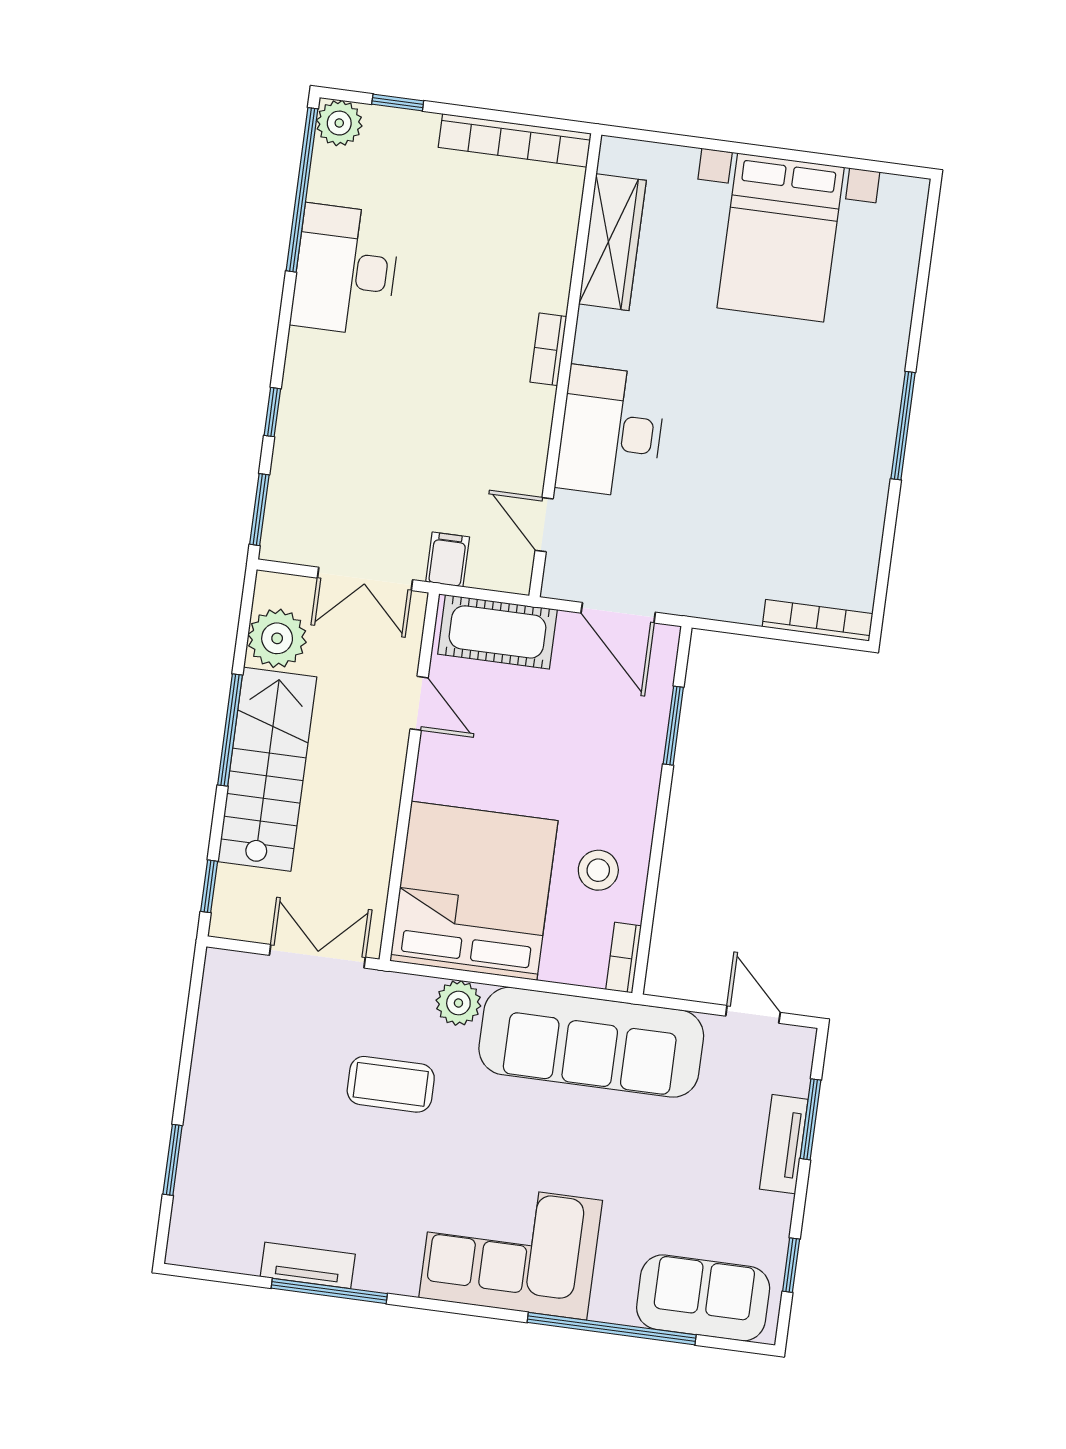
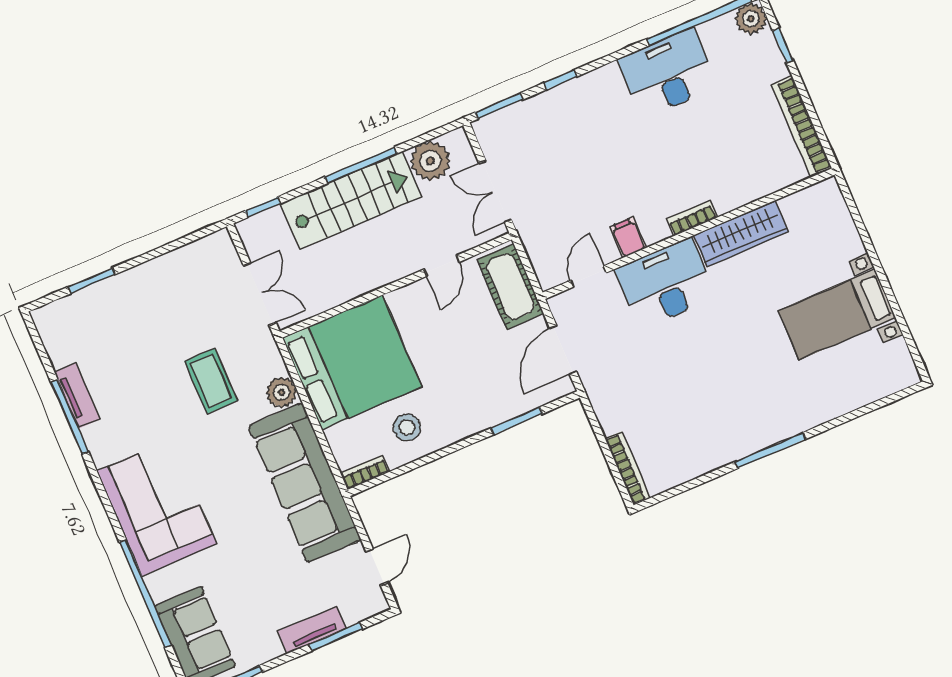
bed with nightstands: (781, 237) -> (837, 314), width x0.73
wardrobe: (612, 242) -> (741, 234), moved
filing cabinet: (448, 559) -> (628, 237), moved, turned -90

